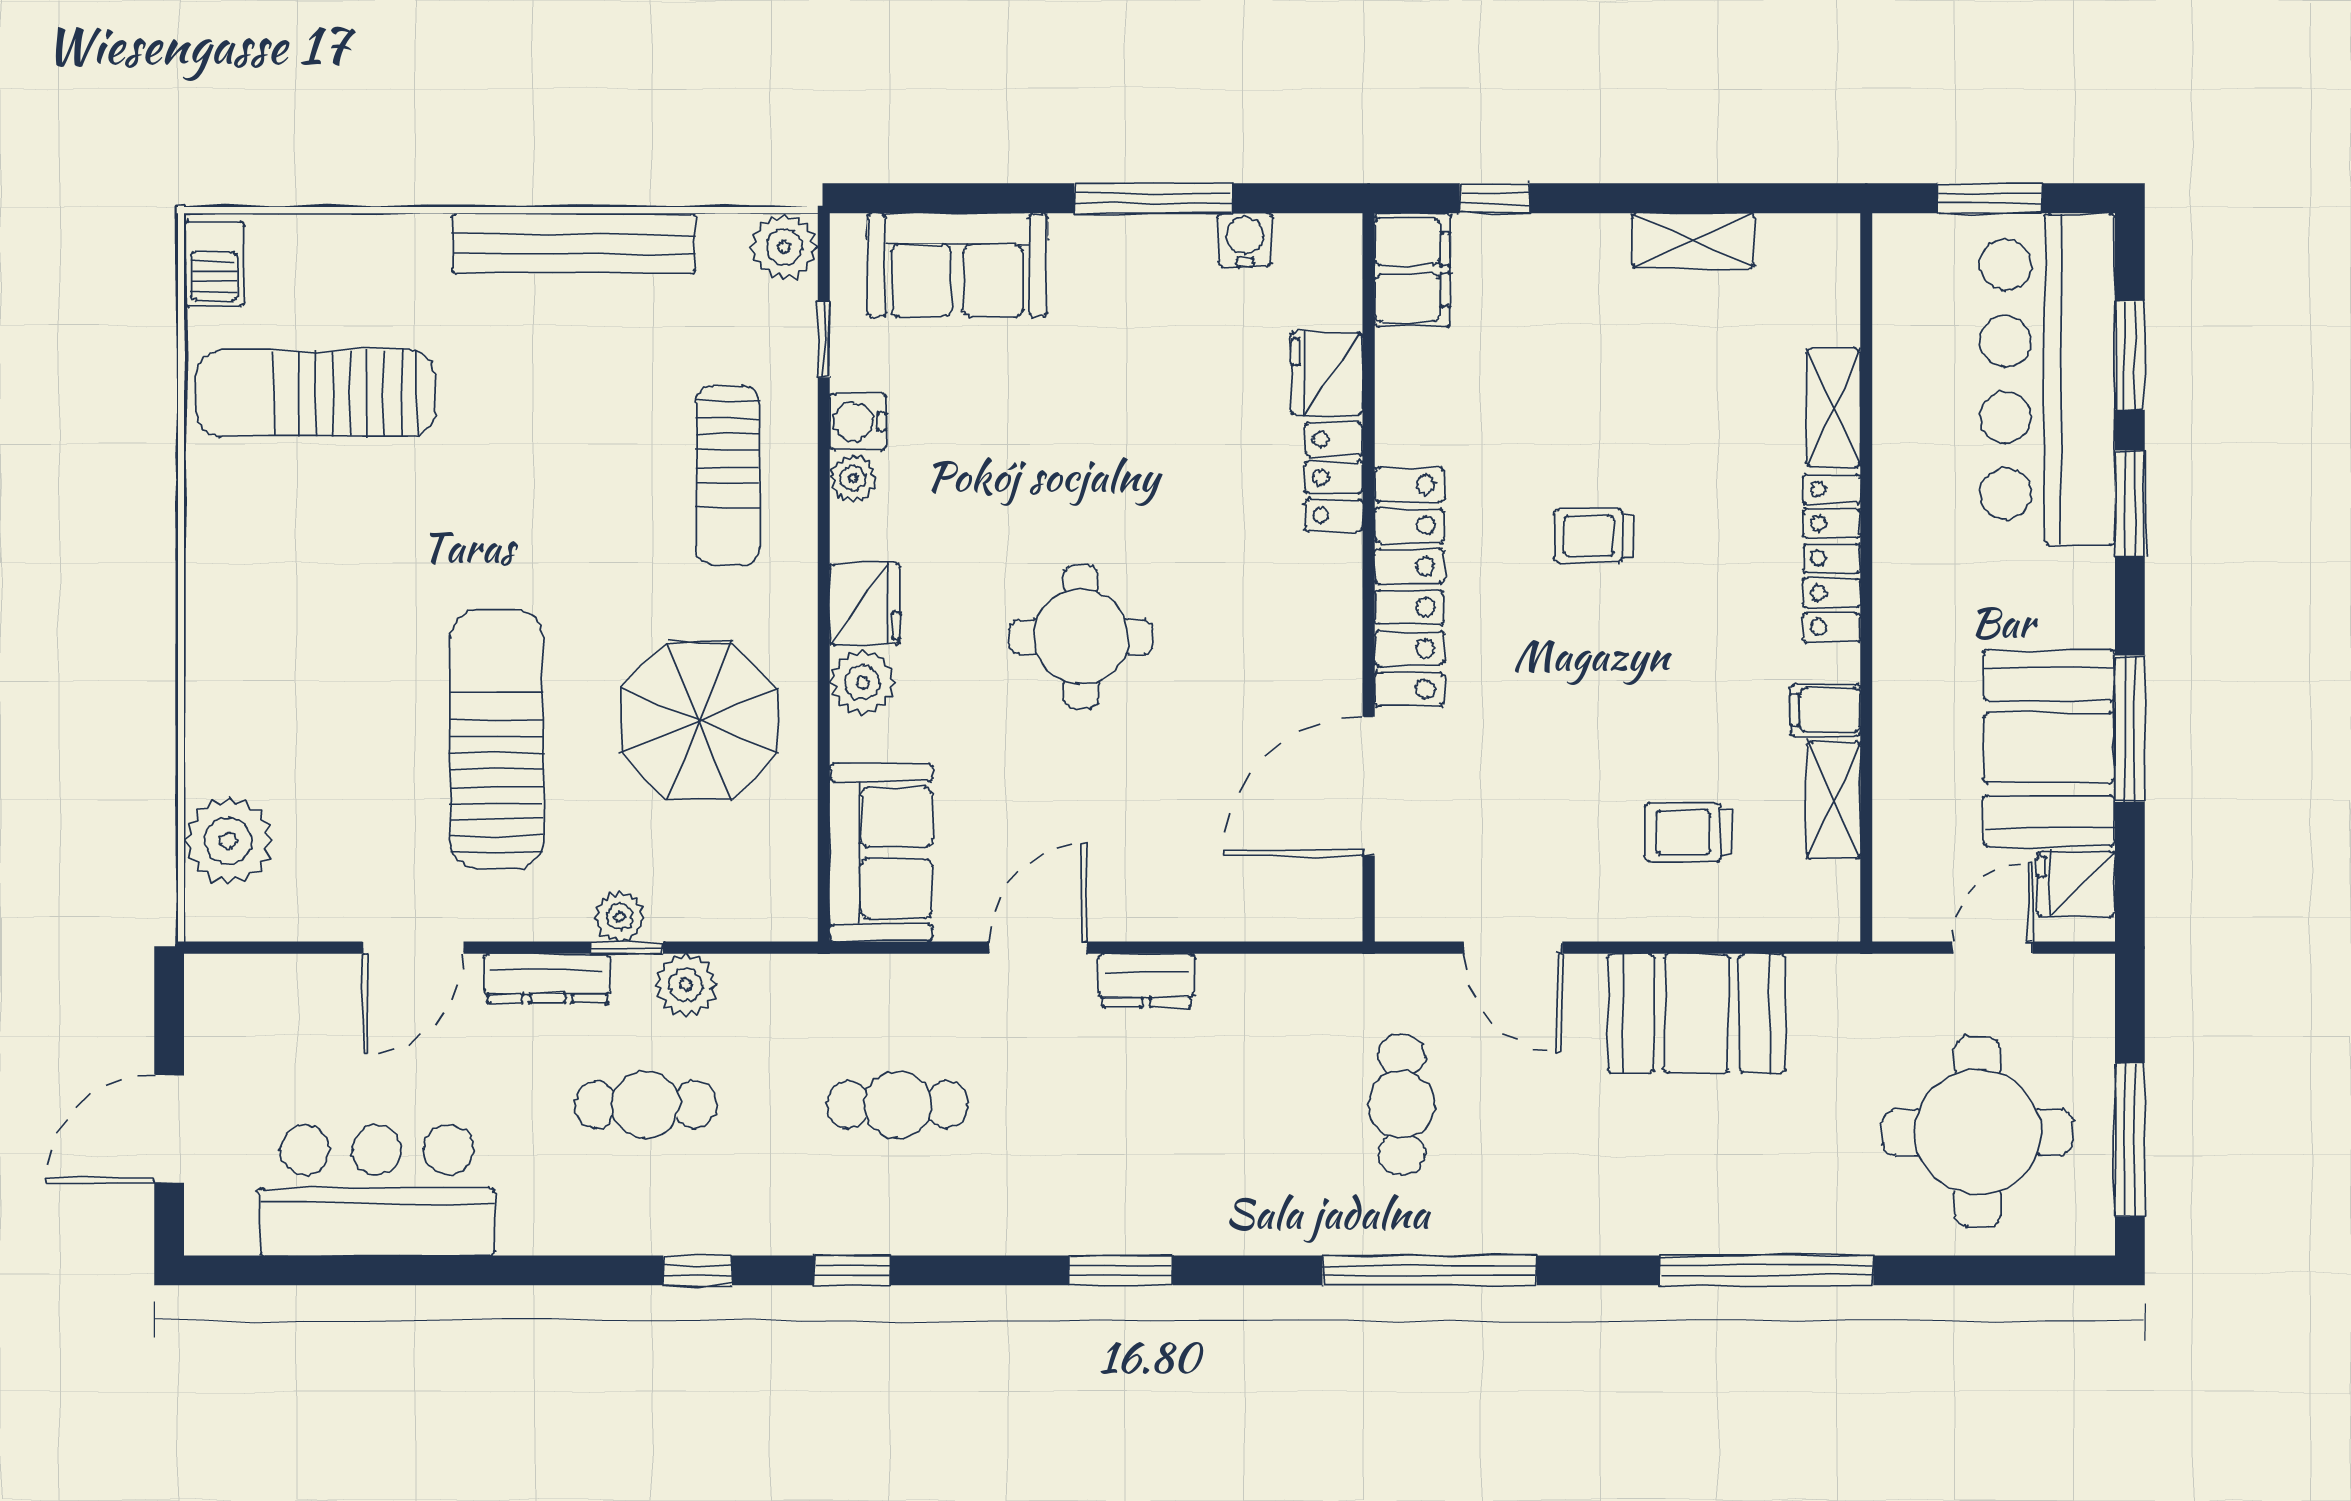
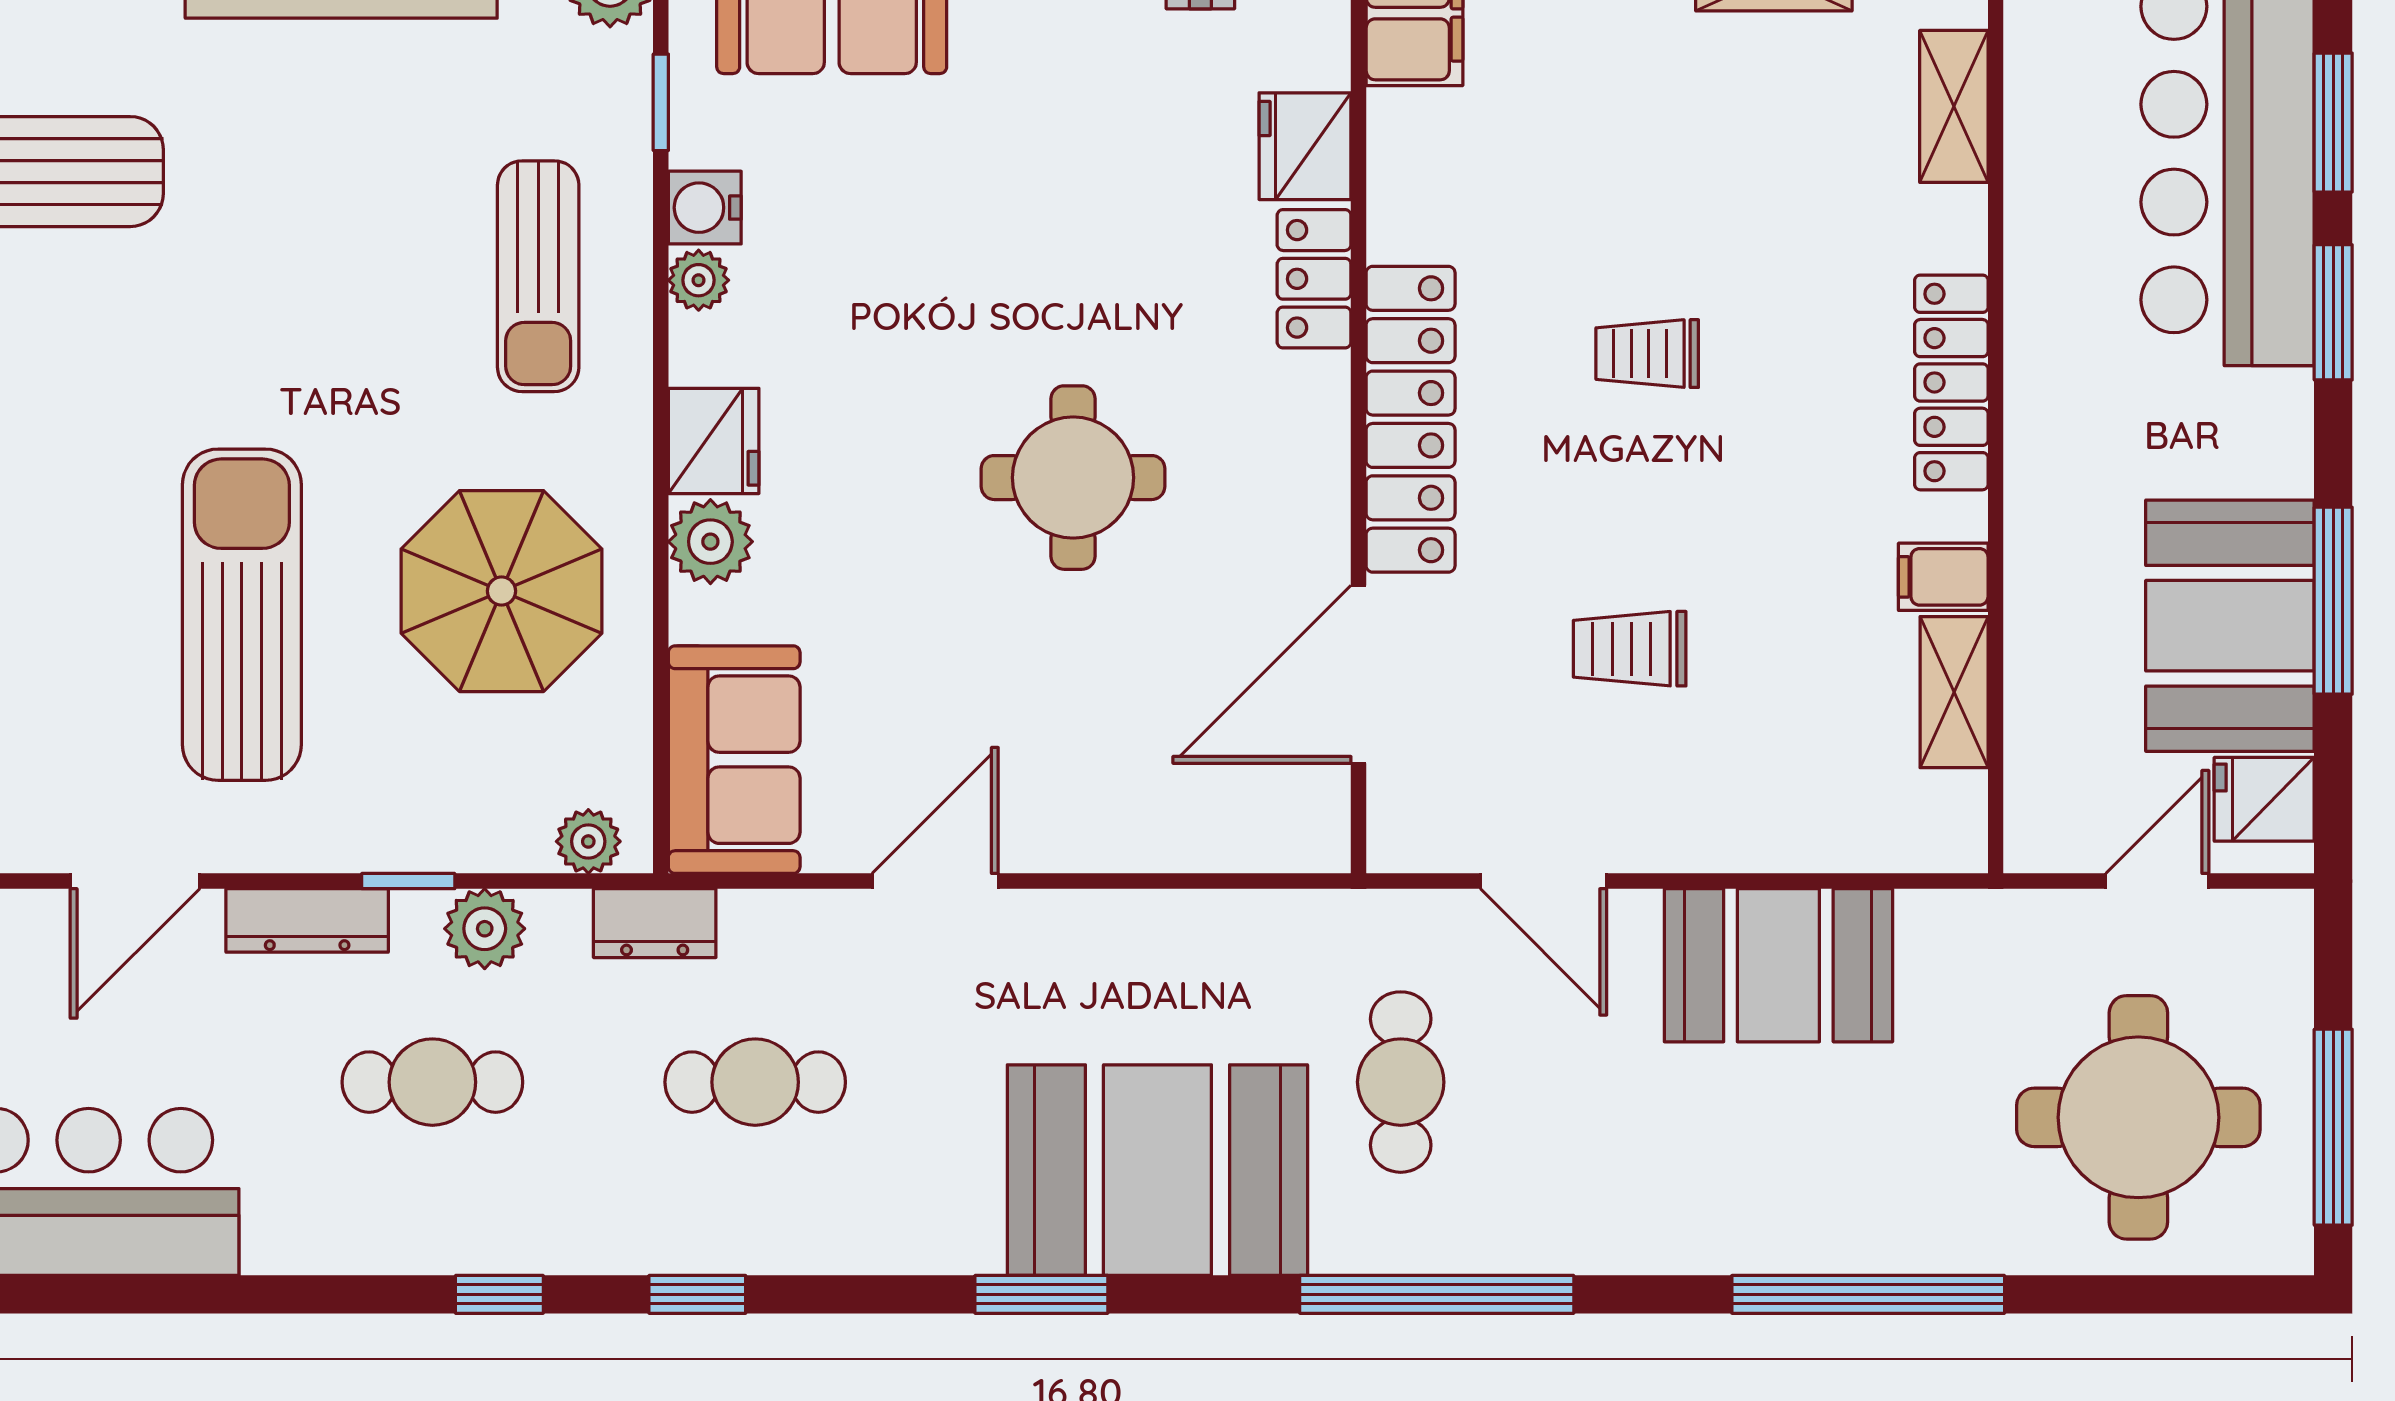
shelving: (1834, 407) -> (1954, 106), moved
round table: (1081, 637) -> (1073, 478), moved
trolley: (1689, 832) -> (1630, 649), moved
plant: (619, 917) -> (588, 841), moved
dresser: (1146, 980) -> (655, 923), moved
booth: (1212, 1173) -> (1157, 1170), added

